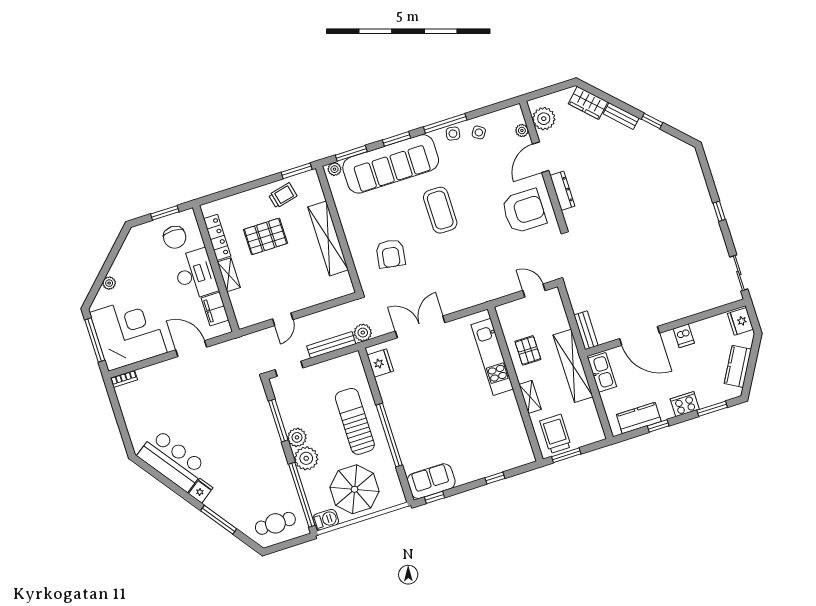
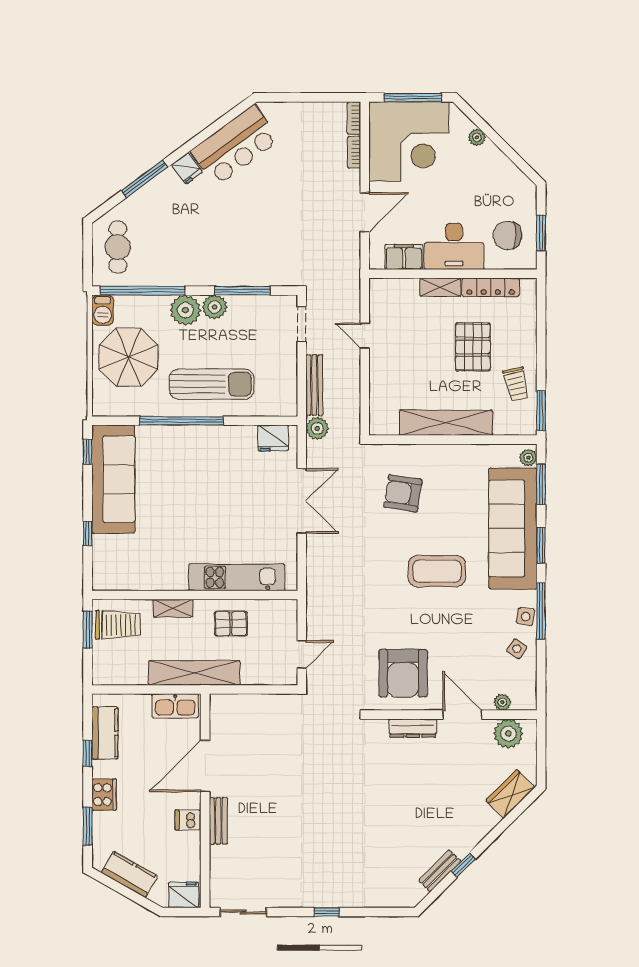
bench: (621, 116) -> (440, 871), moved
bench: (586, 330) -> (218, 821), moved, turned 90
bookcase: (149, 371) -> (354, 152), added
sofa: (431, 481) -> (113, 479), width x1.85, depth x1.27

